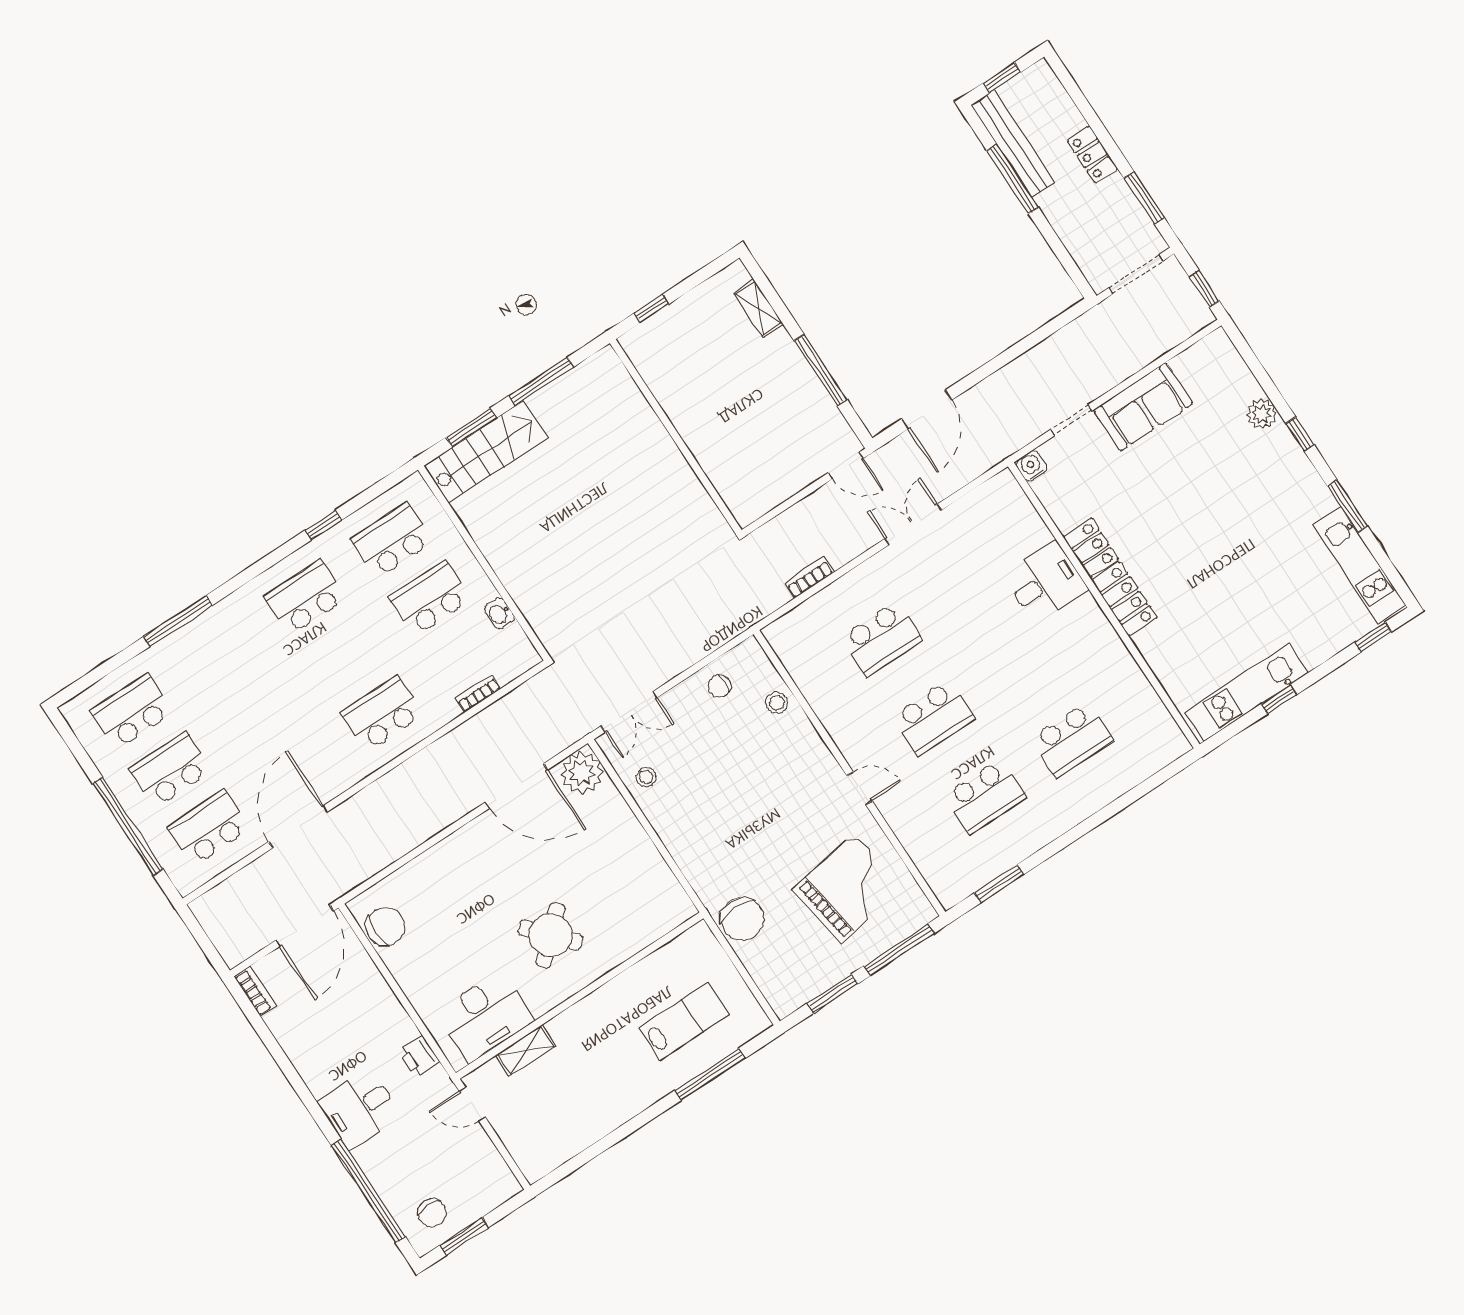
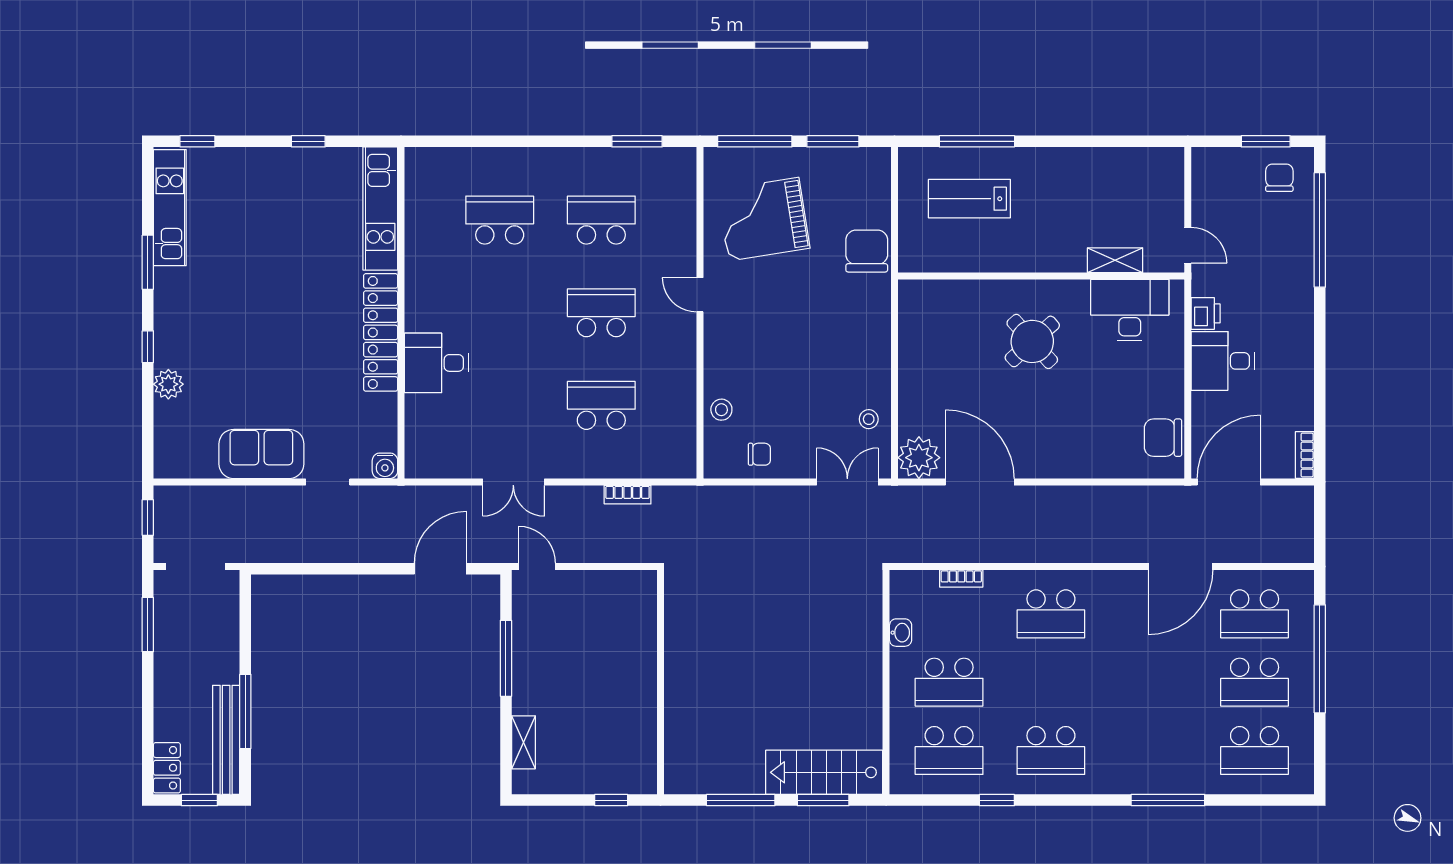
locker: (1092, 155) -> (167, 768), moved
kitchen unit: (1247, 692) -> (380, 208), moved, turned 90
desk: (360, 1109) -> (1223, 361), moved, turned 180

